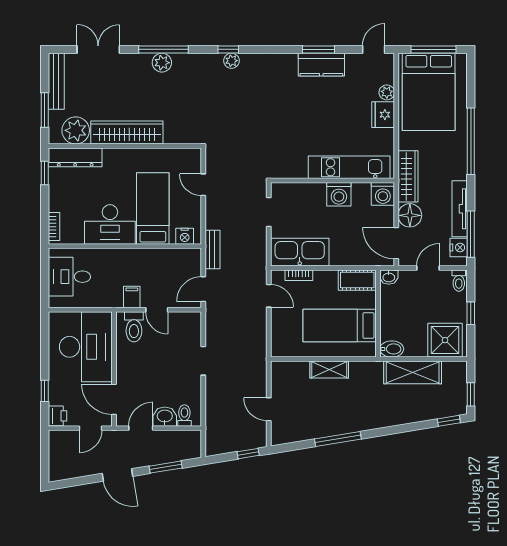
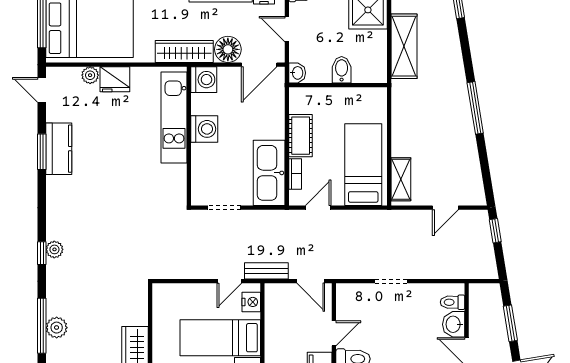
door: (203, 185) -> (229, 281), moved
cot: (357, 280) -> (301, 136), moved
bed: (340, 326) -> (363, 165), moved, turned 180
bidet: (392, 349) -> (342, 70), moved
shelving: (329, 369) -> (401, 179), moved
window: (338, 439) -> (475, 108), moved

